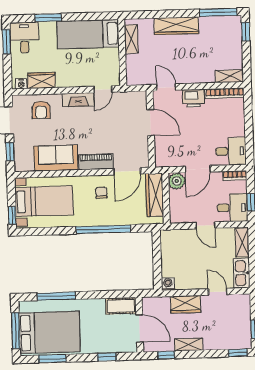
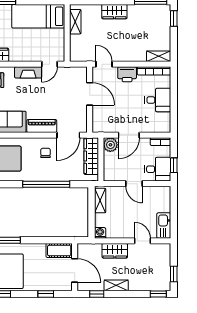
wardrobe: (176, 26) -> (114, 12), width x0.67
desk: (231, 151) -> (158, 100), moved
shelving: (242, 243) -> (100, 201), moved

